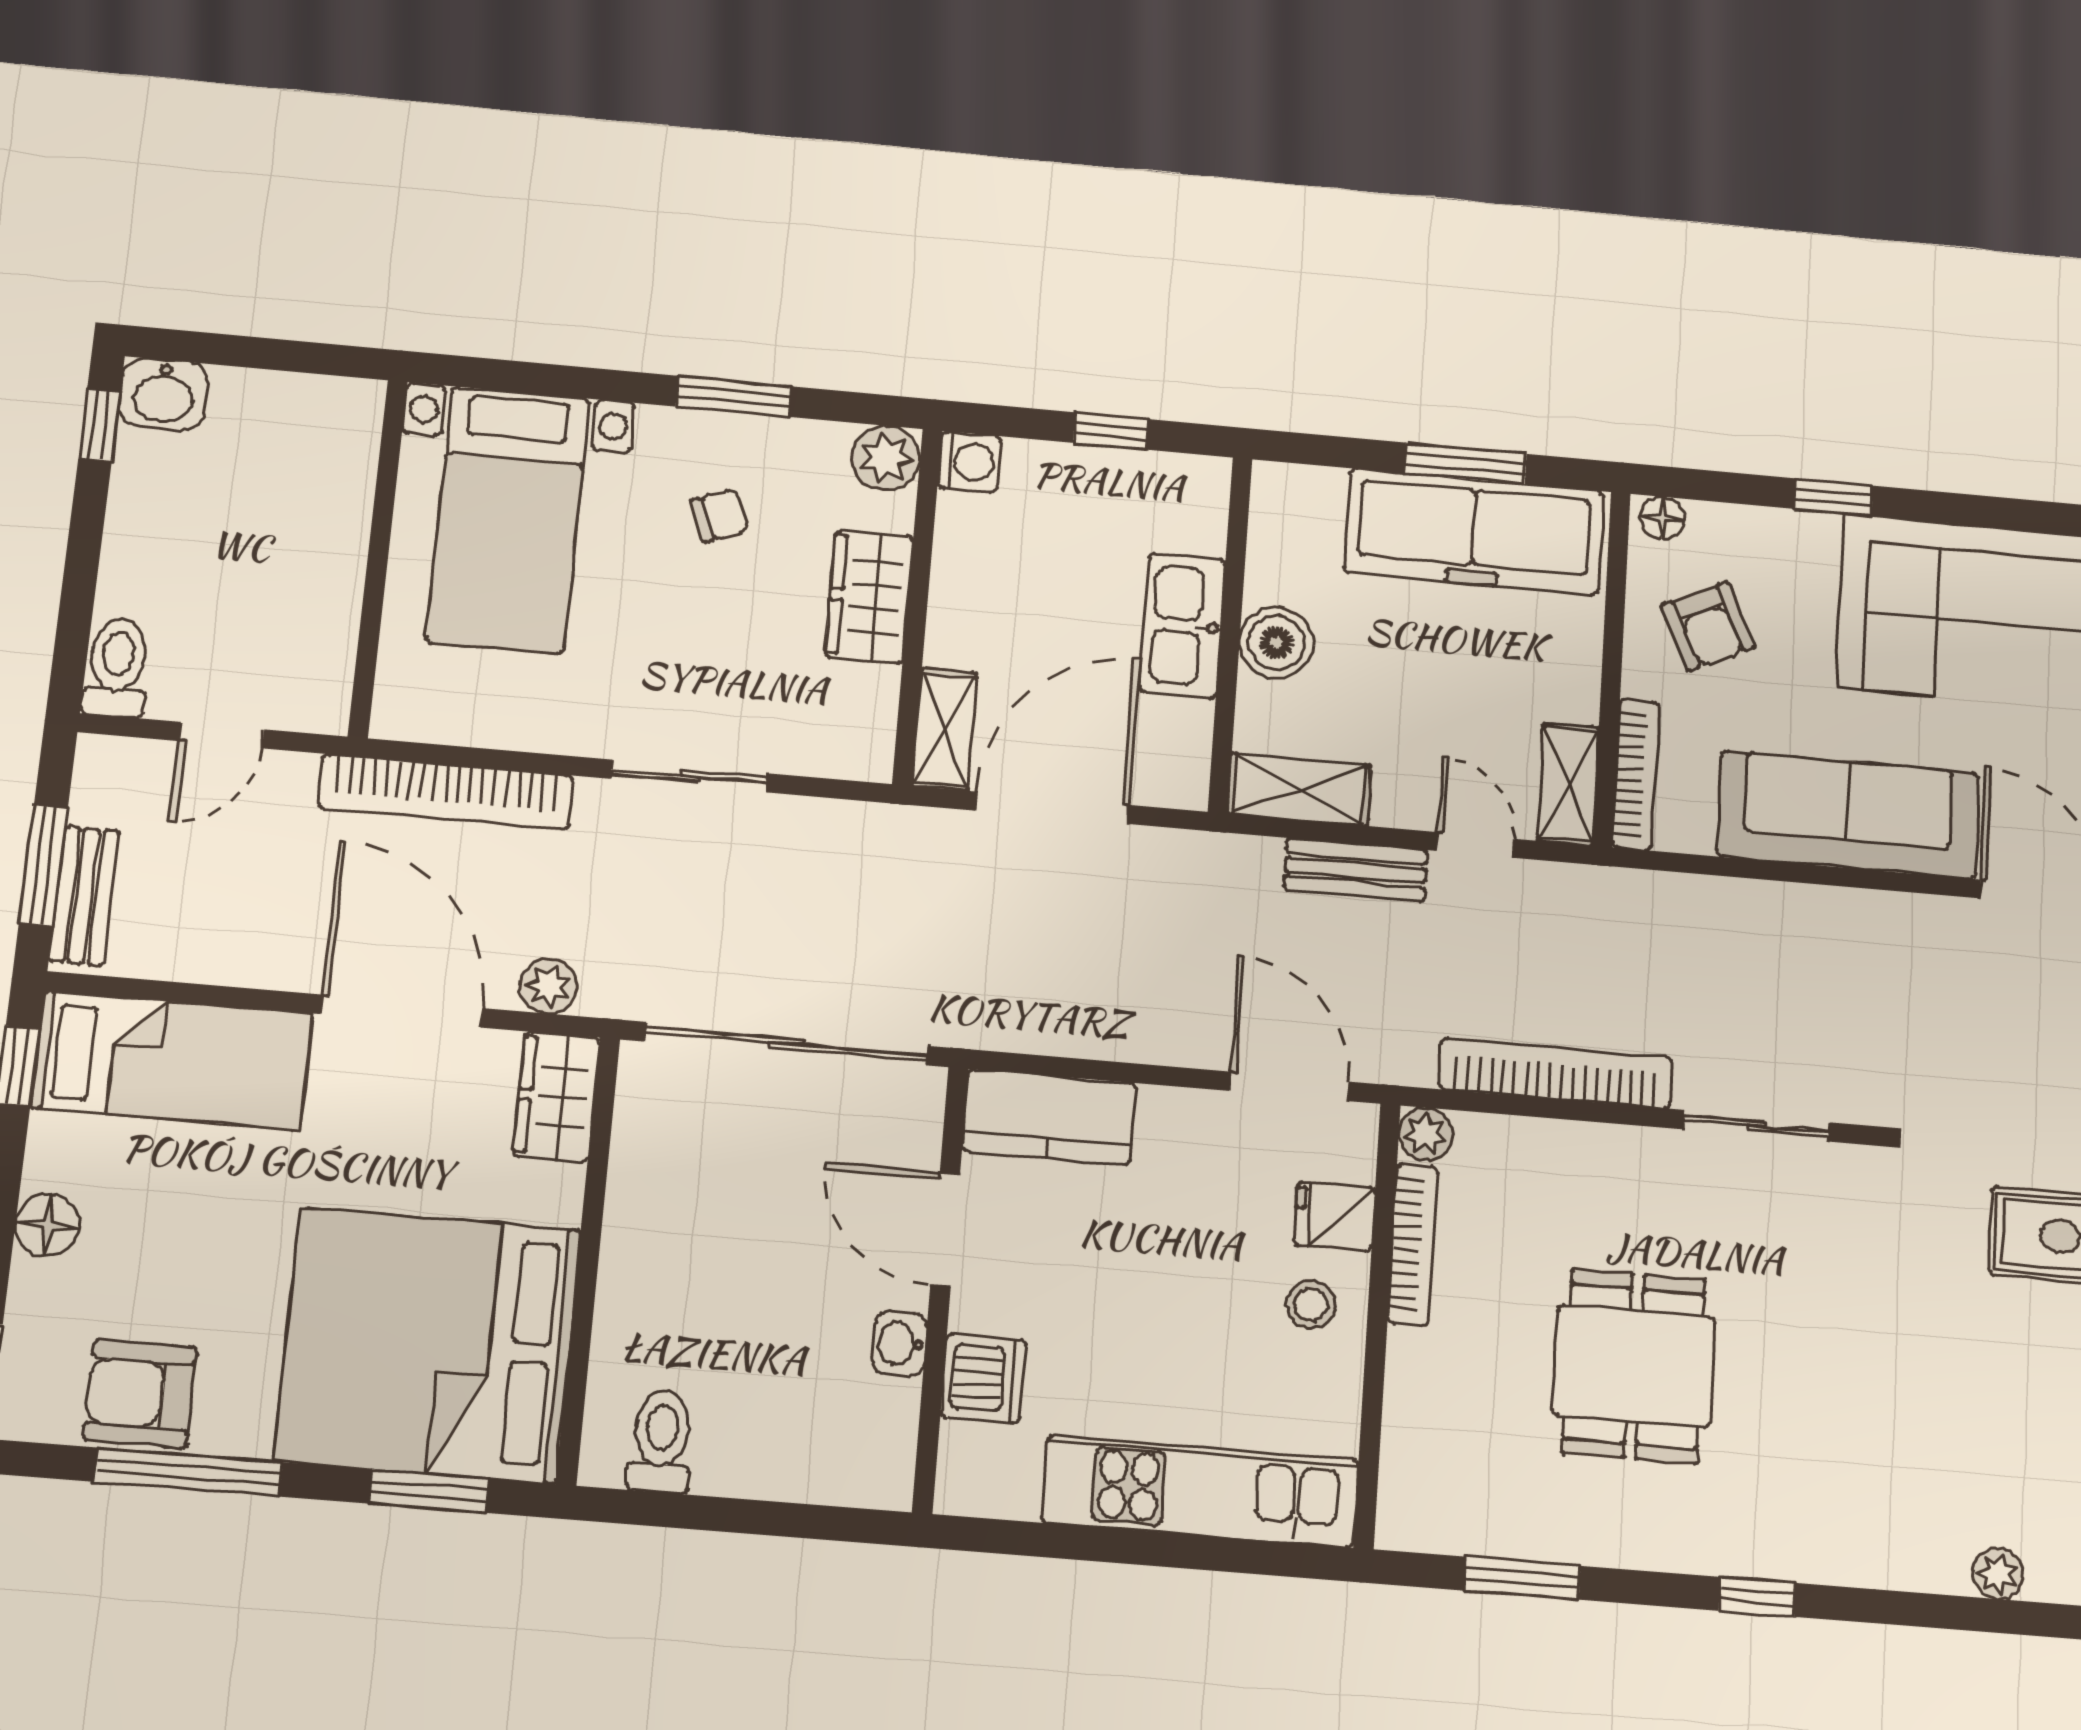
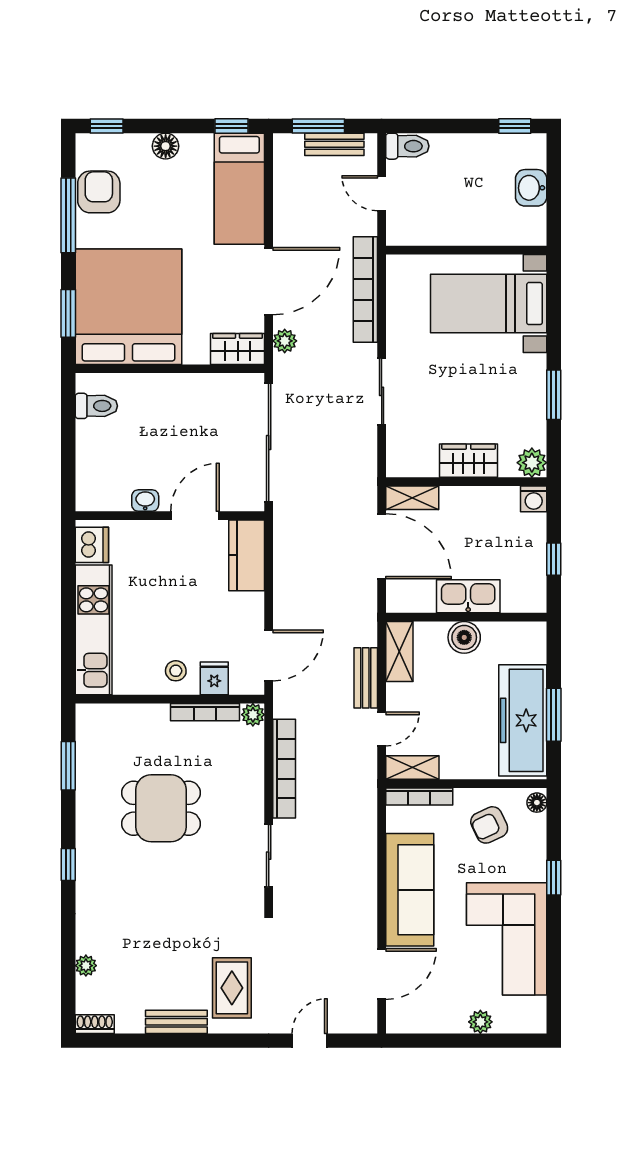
washbasin: (164, 394) -> (531, 188), moved
chair: (720, 515) -> (499, 394), removed
bench: (84, 896) -> (334, 144), moved
dishwasher: (983, 1378) -> (92, 545), moved, turned -90

